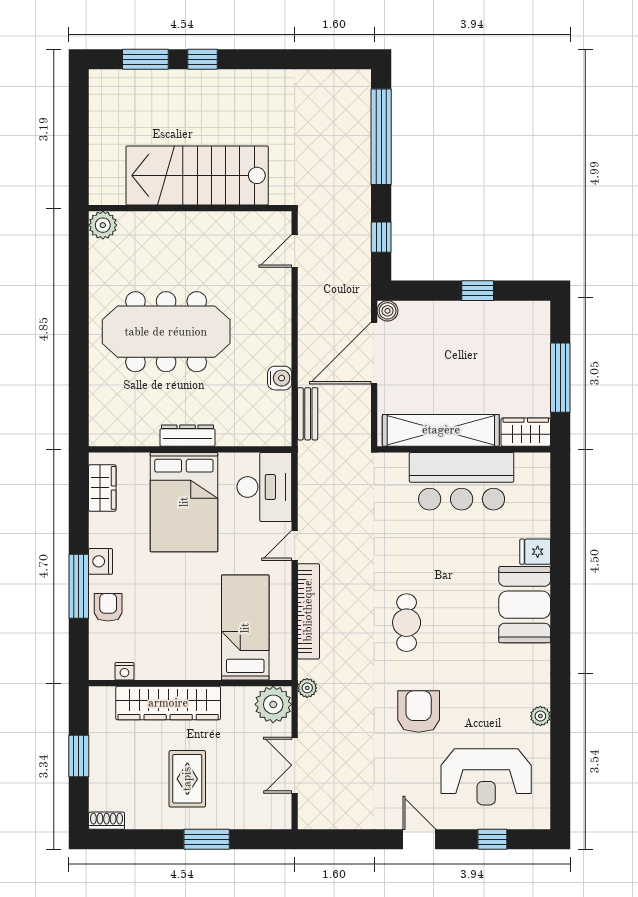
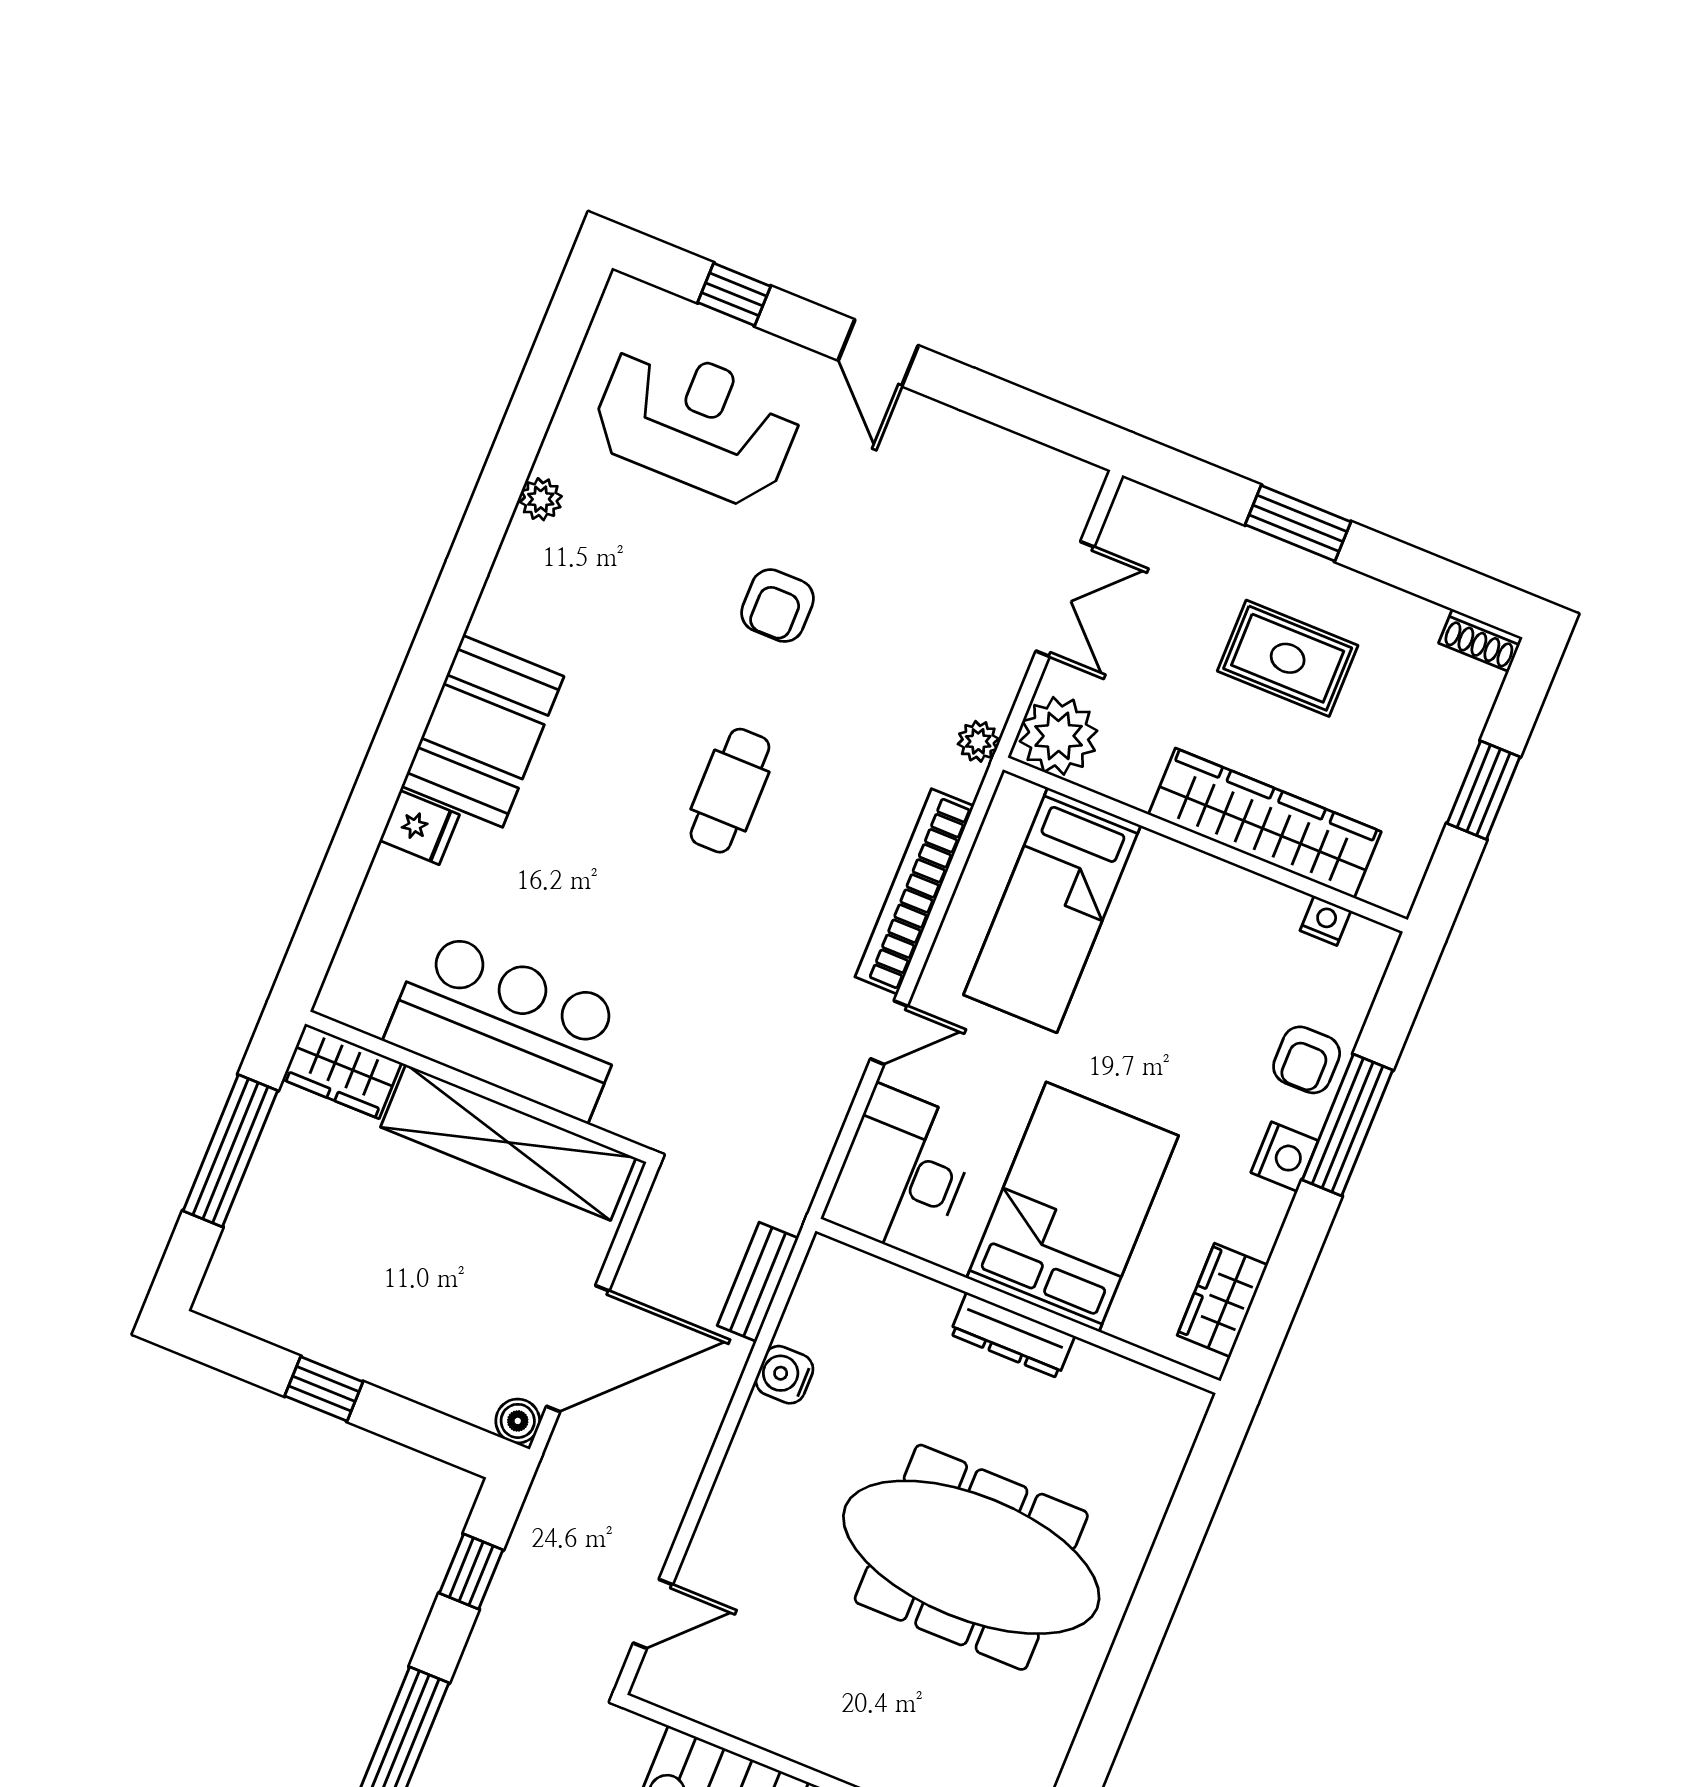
armchair: (419, 712) -> (778, 606), width x0.72, depth x0.72
rug: (187, 779) -> (1288, 658), turned 90

